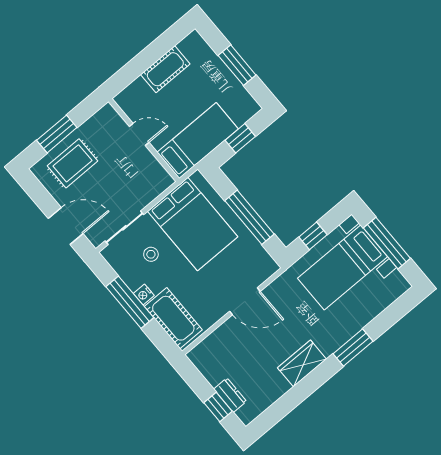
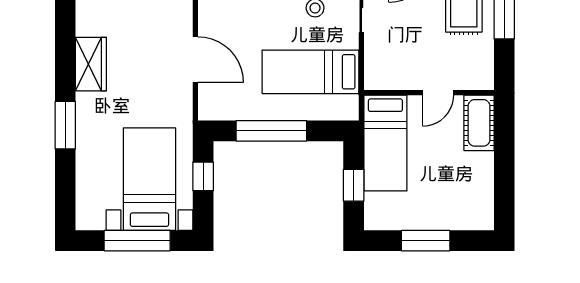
cot: (165, 69) -> (479, 123), moved
bed: (193, 224) -> (310, 72), width x0.67
door: (245, 301) -> (195, 60), swing flipped

